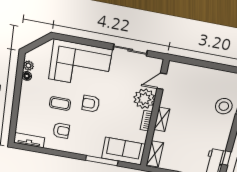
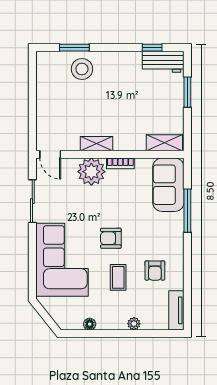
plant: (28, 66) -> (134, 324), moved
door: (162, 81) -> (50, 154), moved
armchair: (91, 104) -> (111, 238), turned 90
shelving: (162, 119) -> (97, 144), moved
armchair: (61, 131) -> (155, 271), turned 180

